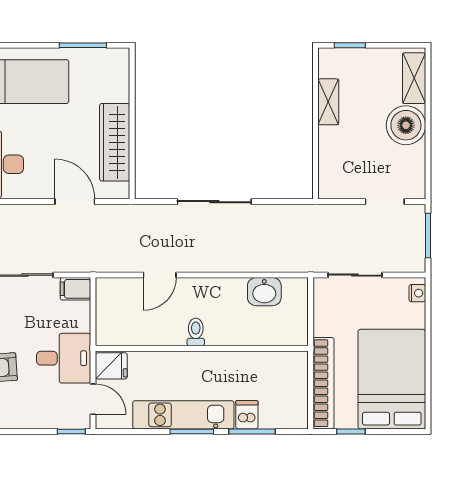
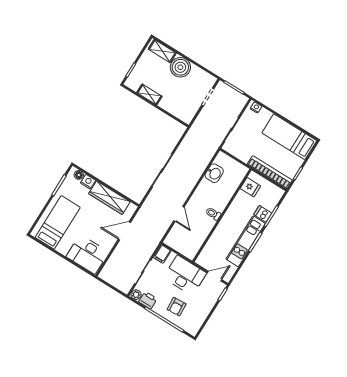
floor lamp: (121, 68) -> (79, 175), added
nightstand: (119, 90) -> (88, 182), added
desk: (64, 358) -> (185, 275), width x1.37
fridge: (111, 366) -> (250, 187), moved, turned 90
bed: (392, 379) -> (289, 137), width x0.67

